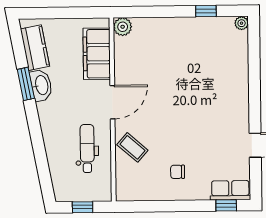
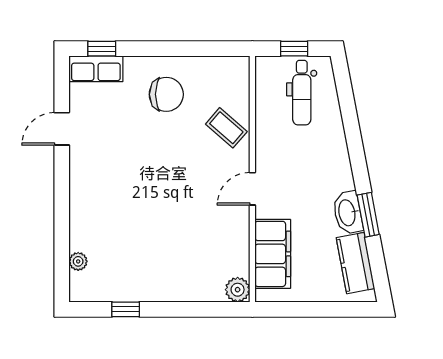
plant: (242, 23) -> (78, 261), moved
door: (112, 102) -> (252, 189), width x0.73
dental chair: (87, 149) -> (302, 93), moved
chair: (178, 172) -> (166, 94), width x1.87, depth x1.87

